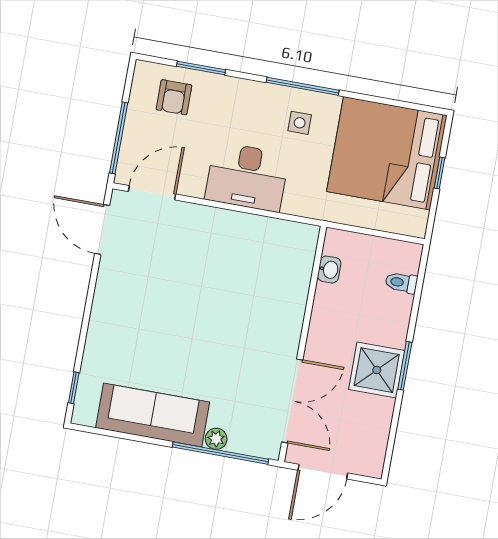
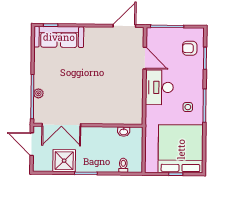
door: (152, 193) -> (145, 58), moved
shower: (377, 370) -> (64, 161), moved
sofa: (153, 415) -> (59, 37), moved, turned 90

